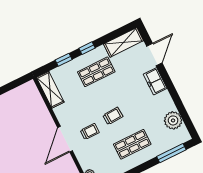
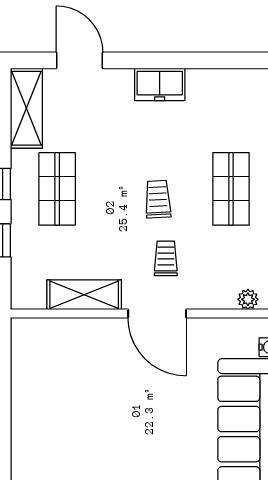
freezer: (155, 81) -> (160, 84), moved
shelving: (50, 90) -> (84, 295), moved
plant: (173, 120) -> (224, 87), removed

